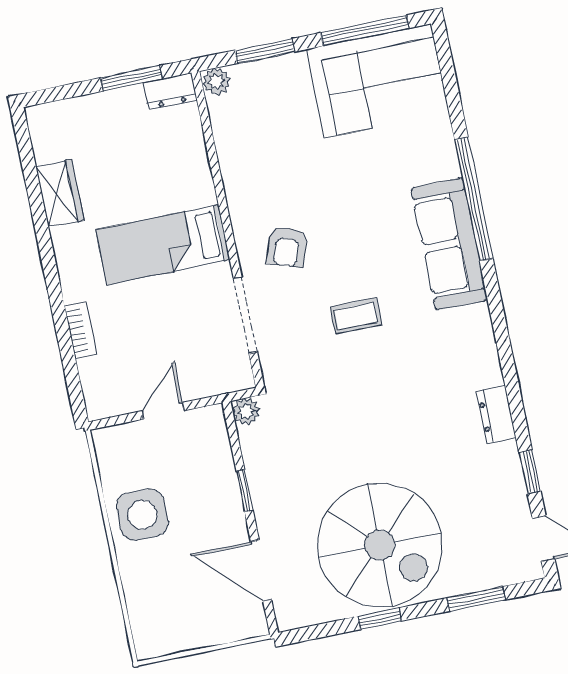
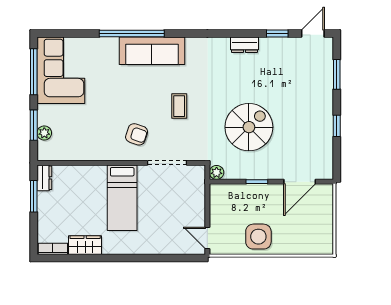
plant: (216, 82) -> (44, 133), moved
bookcase: (80, 330) -> (53, 249), moved
door: (163, 411) -> (207, 238), moved
spiral stairs: (380, 545) -> (249, 127), moved, width x0.73, depth x0.73

